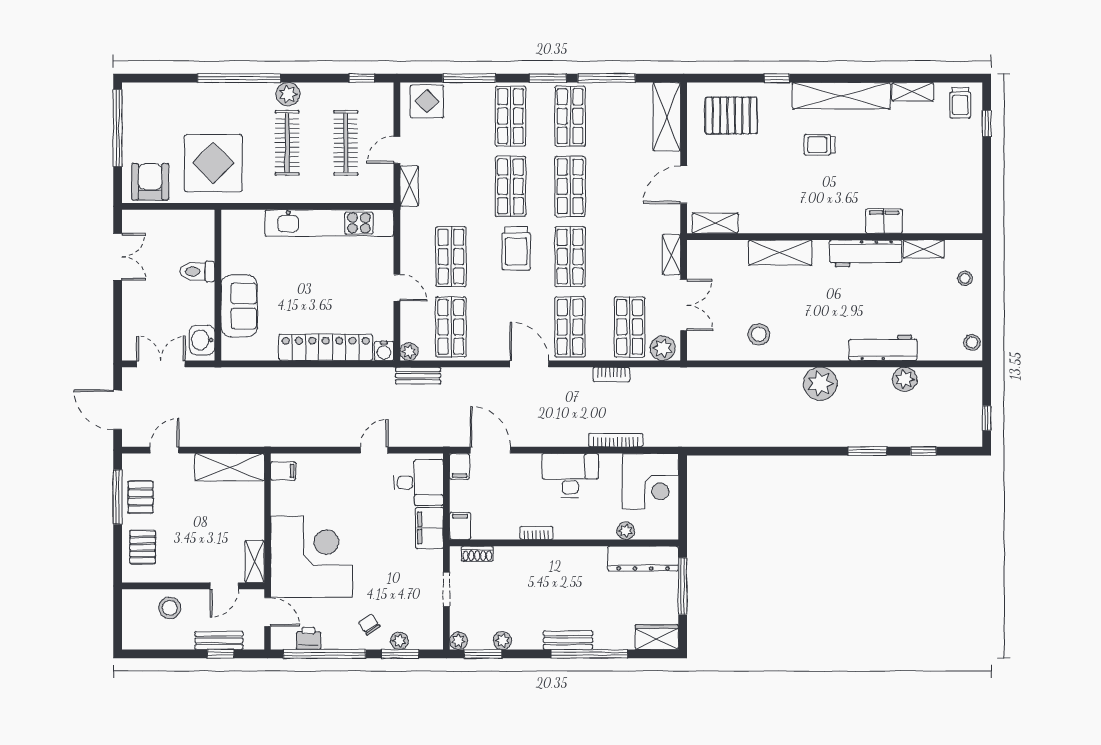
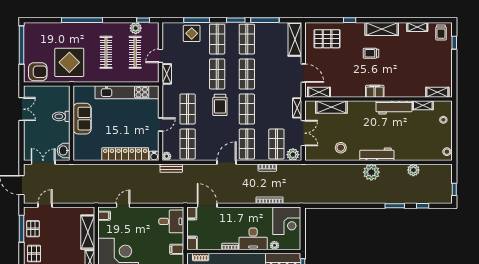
plant: (288, 94) -> (136, 28), moved
shelving: (841, 96) -> (382, 29), width x0.68
display table: (427, 101) -> (192, 33), moved
armchair: (150, 182) -> (38, 72), turned 90
door: (684, 185) -> (303, 73), swing flipped
filing cabinet: (884, 221) -> (375, 91), moved
shelving: (953, 223) -> (437, 92), added
shelving: (780, 253) -> (331, 107), moved
door: (397, 288) -> (161, 125), hinge flipped
sofa: (239, 306) -> (82, 119), moved
workbench: (883, 348) -> (377, 154), moved
door: (529, 364) -> (226, 162), hinge flipped
door: (374, 450) -> (123, 205), moved
shelving: (230, 467) -> (88, 232), moved, turned 90
desk: (570, 475) -> (253, 239), moved, turned 180
filing cabinet: (429, 528) -> (177, 249), width x0.50

